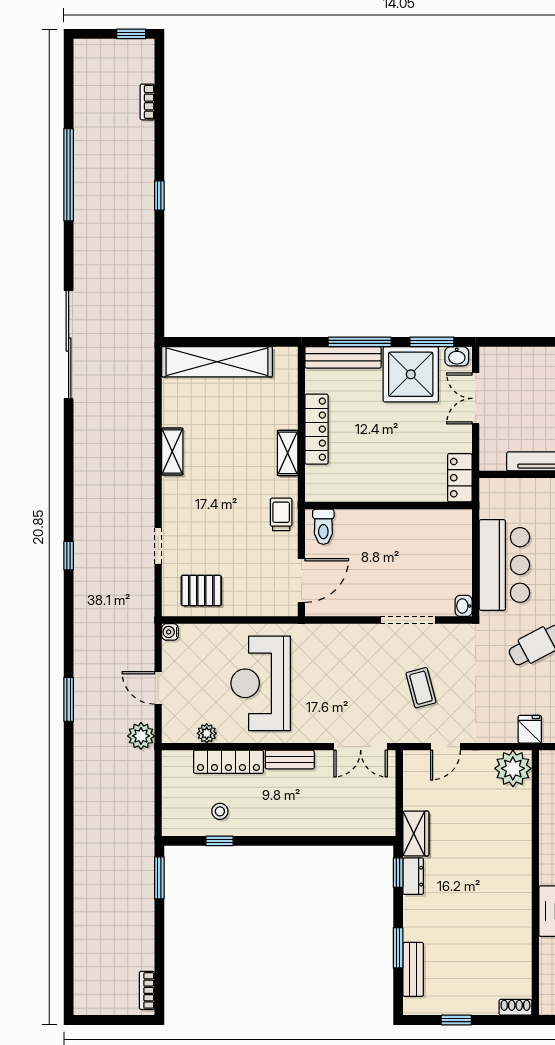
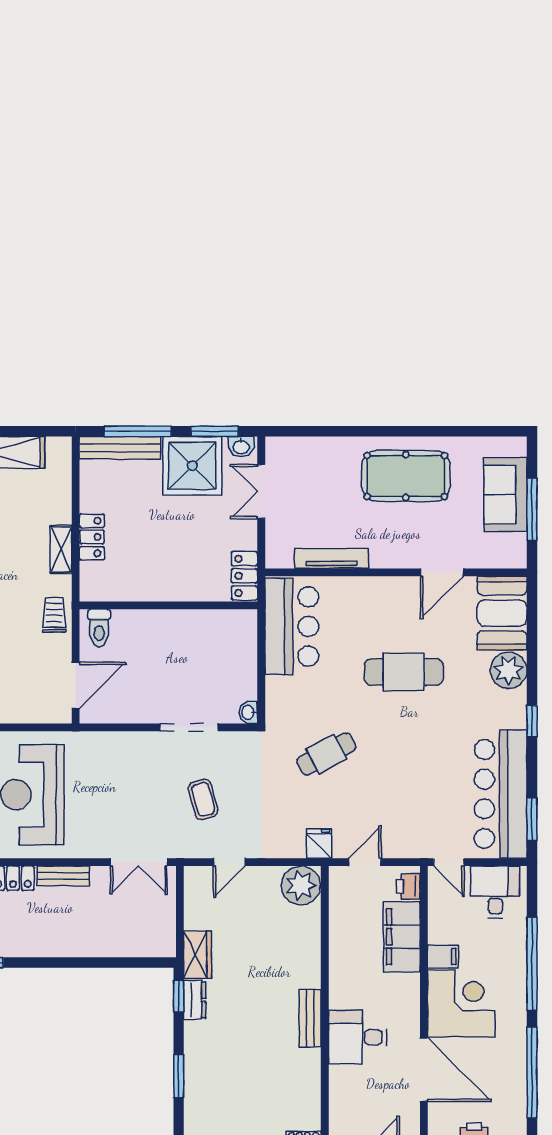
locker: (317, 429) -> (92, 537), width x0.66
bar counter: (504, 565) -> (292, 626), moved
bench: (413, 969) -> (310, 1018), moved

